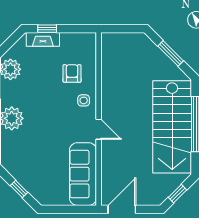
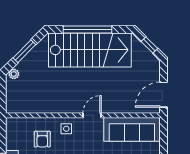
plant: (145, 42) -> (14, 74), added
armchair: (72, 73) -> (42, 139), turned -90
door: (122, 209) -> (163, 95), hinge flipped

